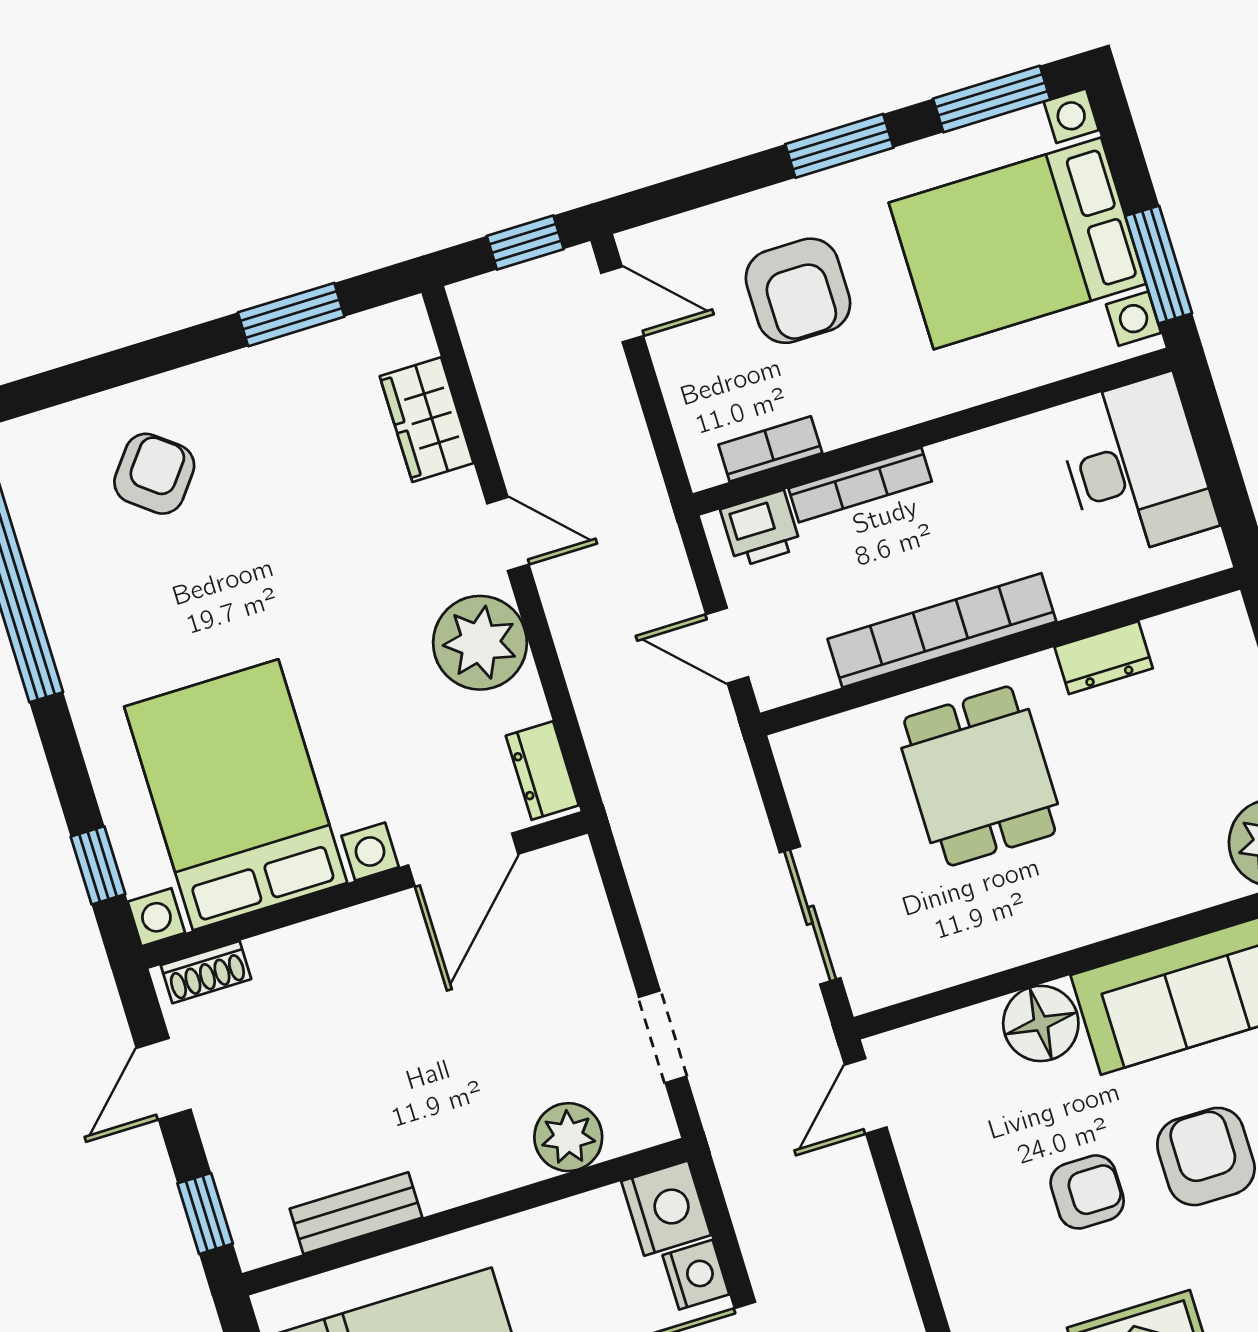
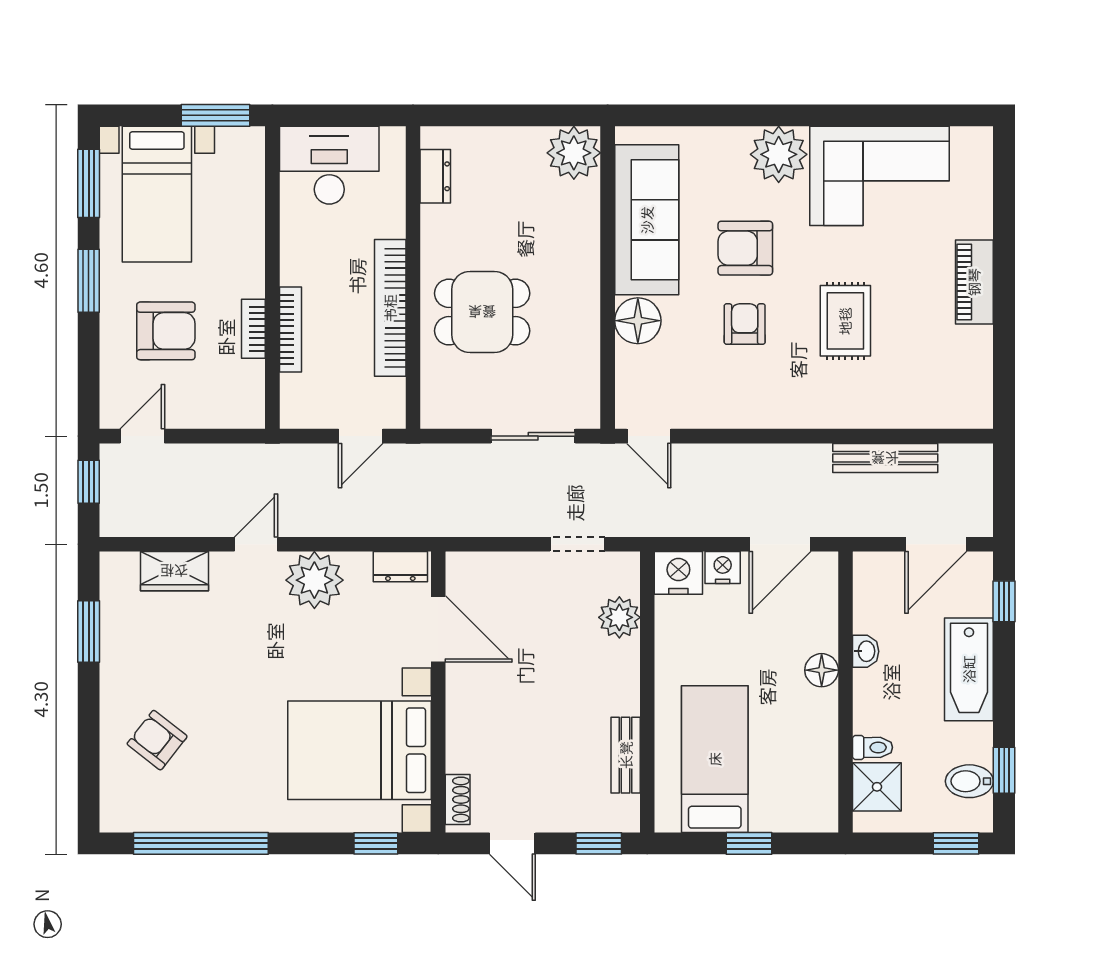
bed with nightstands: (1017, 243) -> (157, 194), width x0.73
bookcase: (770, 449) -> (253, 329), moved
printer: (761, 529) -> (298, 395), removed
dresser: (1104, 658) -> (435, 176), moved

